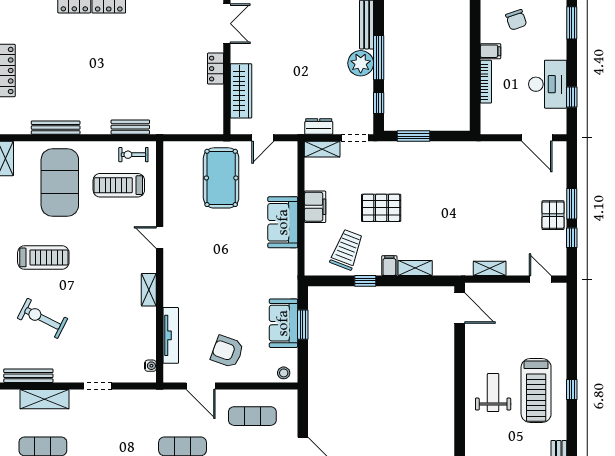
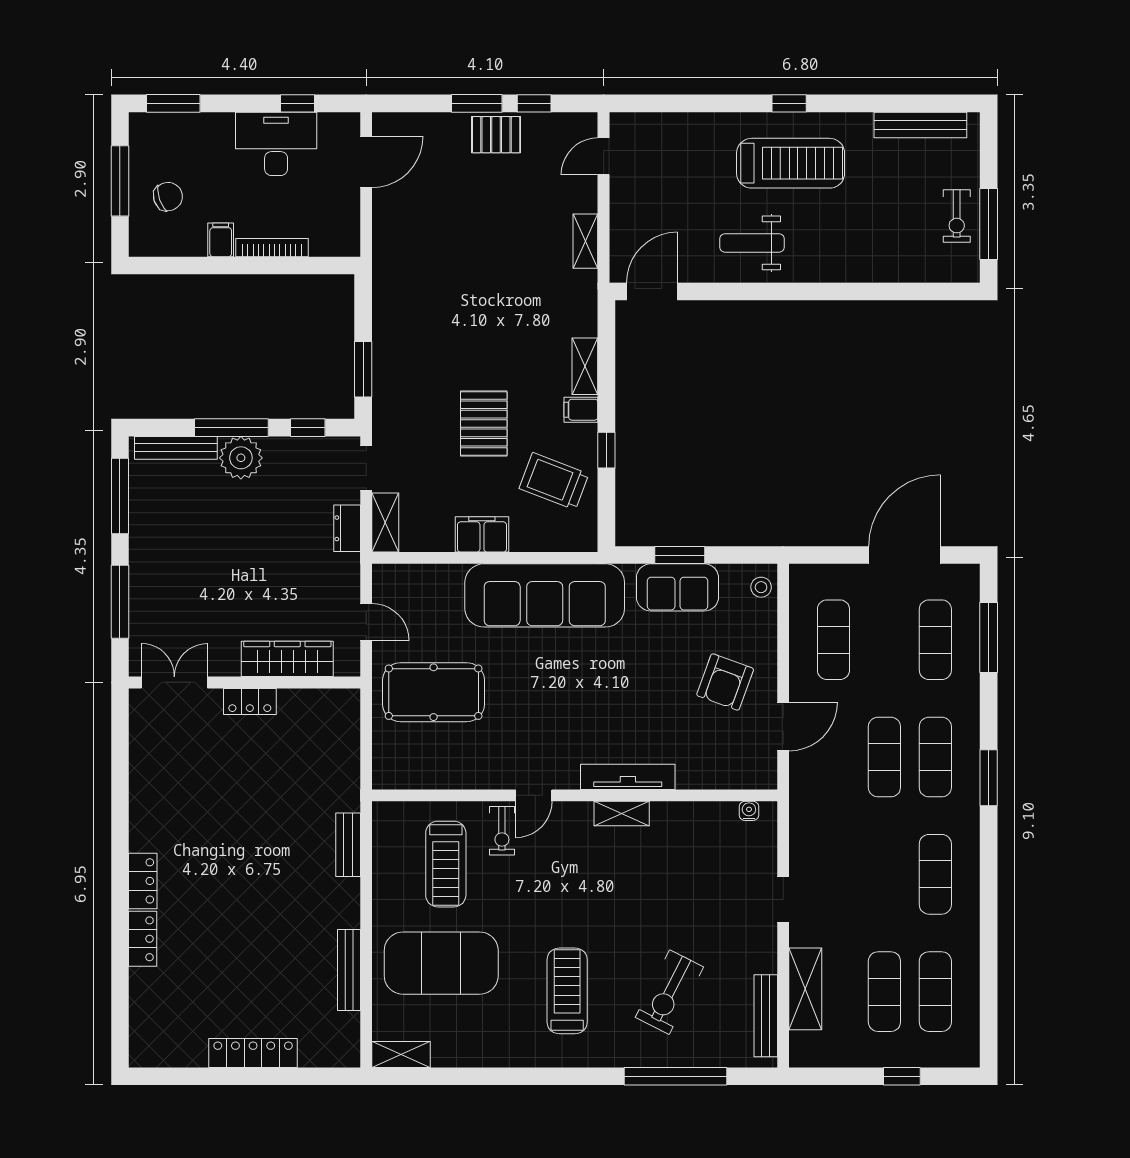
exercise bike: (133, 155) -> (502, 831), moved
sofa: (283, 222) -> (545, 595), width x1.85, depth x1.27
tv unit: (171, 335) -> (628, 777), moved
weight bench: (493, 393) -> (752, 243), moved

